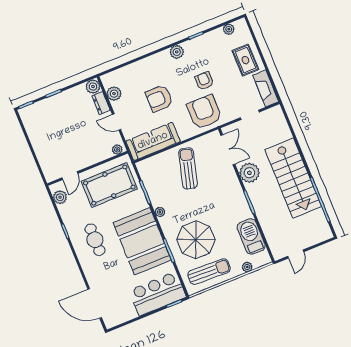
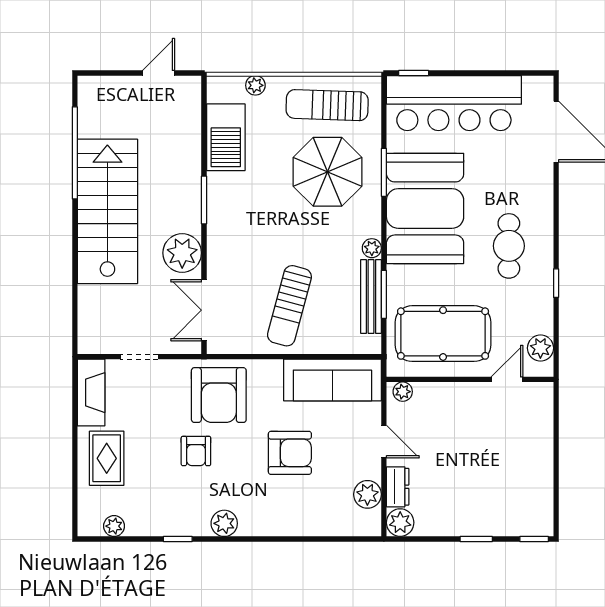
bench: (151, 189) -> (371, 296), added
bar counter: (158, 294) -> (454, 103), width x1.36

